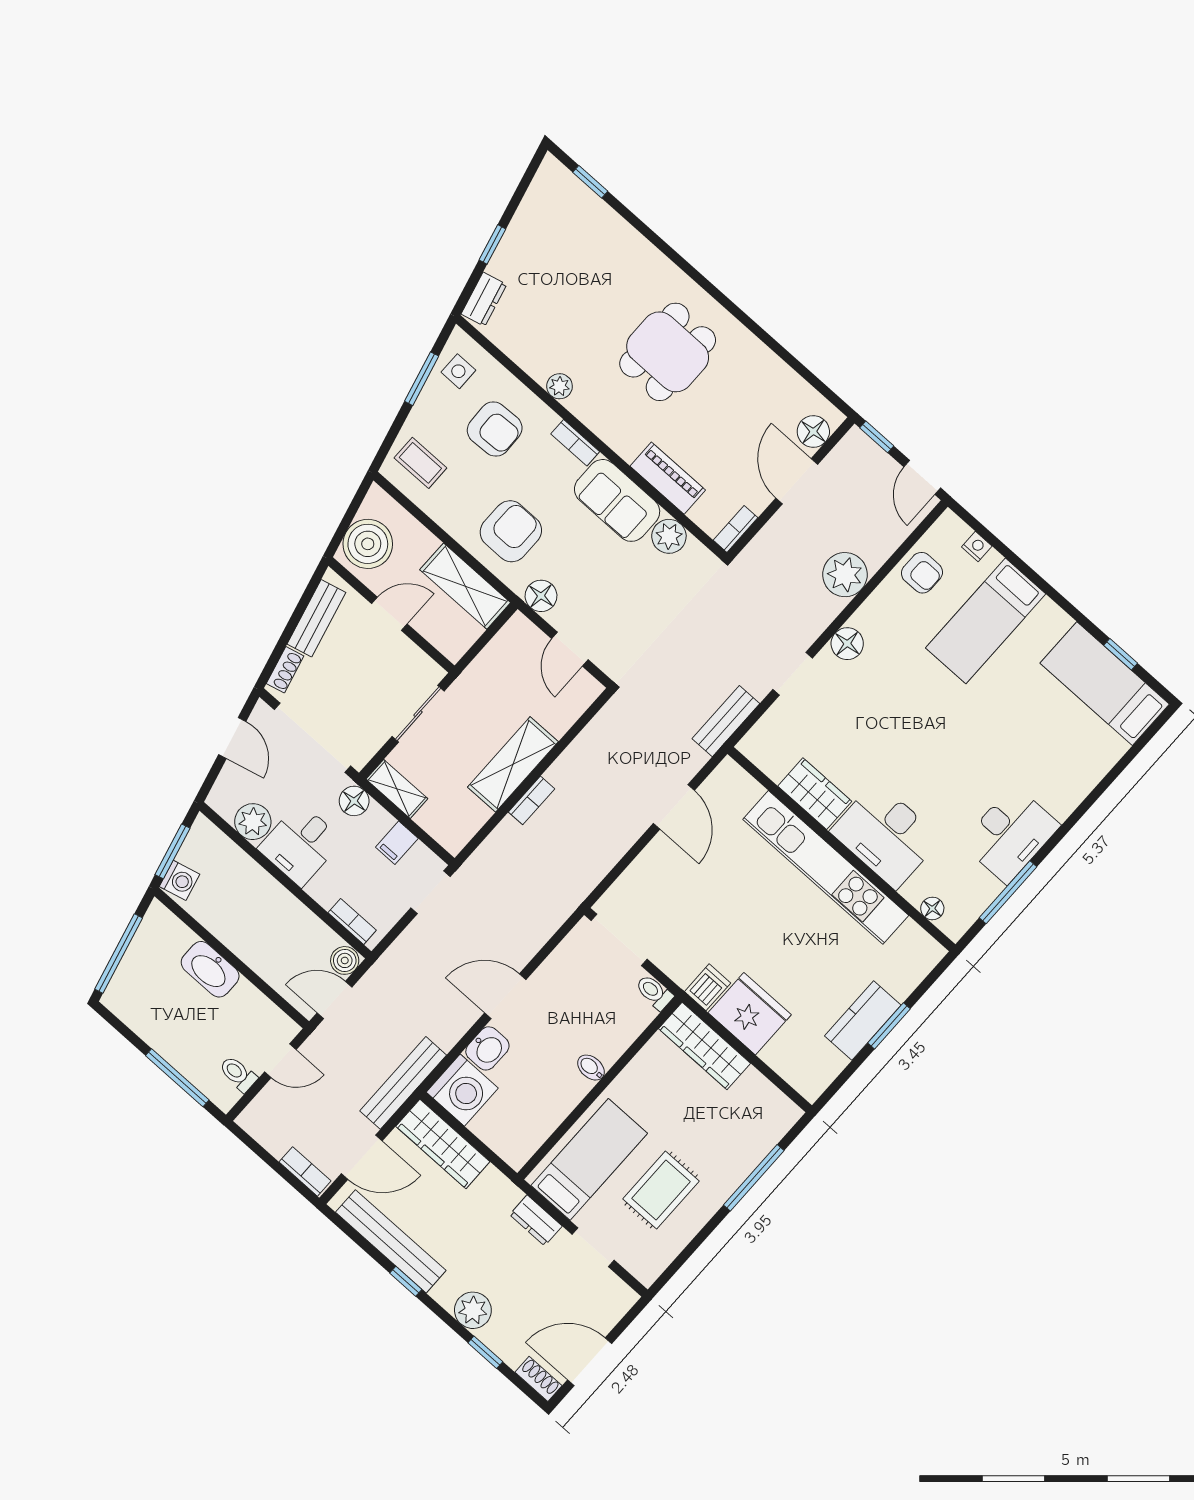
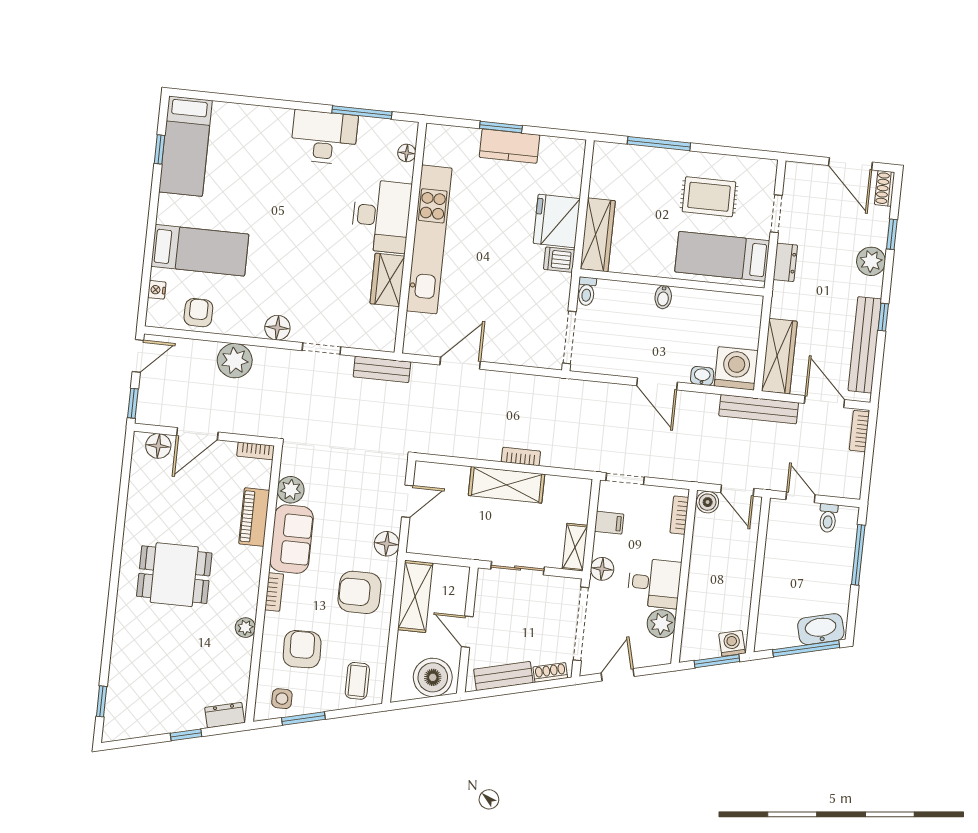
washbasin: (210, 969) -> (821, 629), moved, turned -104
washbasin: (487, 1048) -> (702, 376), width x0.72, depth x0.69

